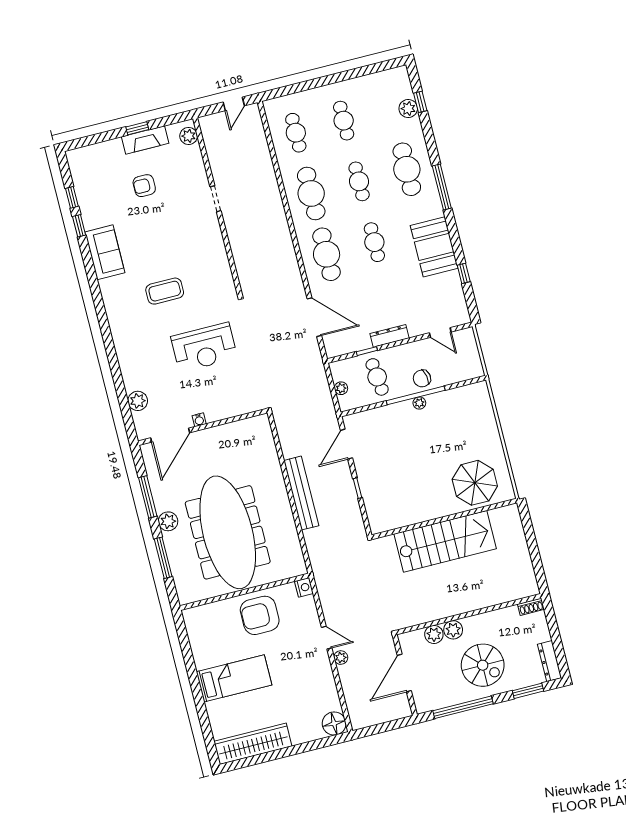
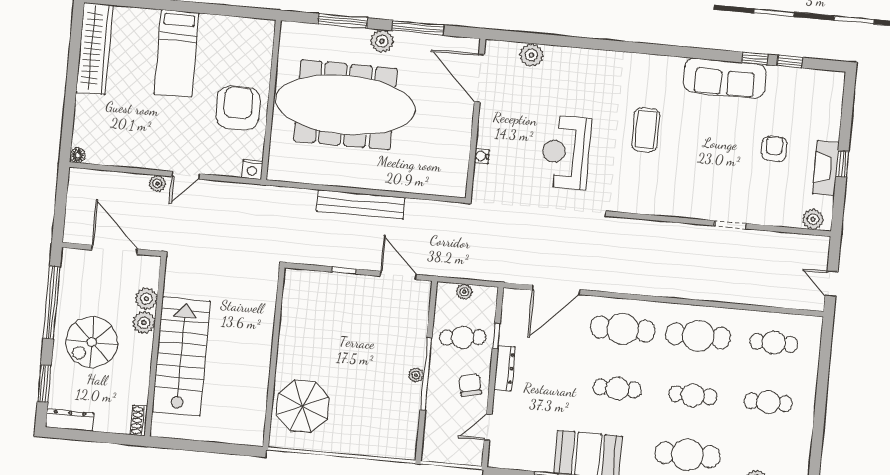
sofa: (105, 252) -> (725, 78), width x1.36
chair: (422, 378) -> (470, 385), moved
water cooler: (199, 420) -> (482, 156), moved
stairs: (445, 541) -> (181, 356), moved, turned 180
floor lamp: (334, 723) -> (78, 155), width x0.53, depth x0.53

